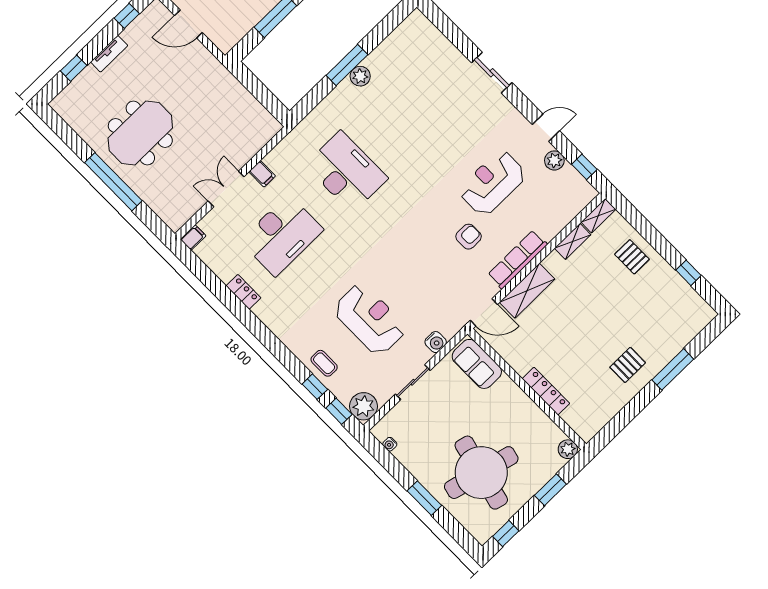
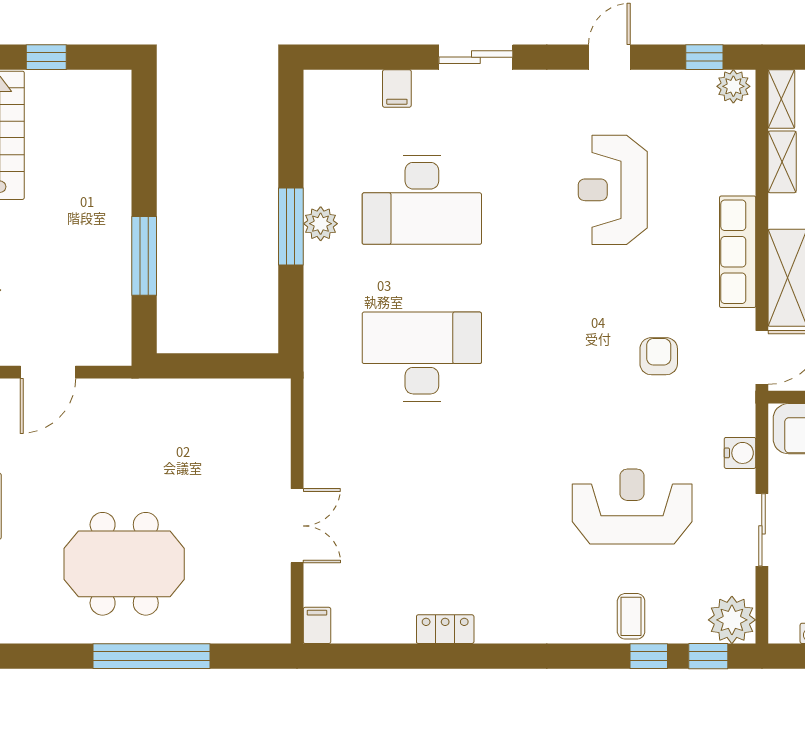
meeting table: (140, 133) -> (124, 564), turned 90
plant: (554, 160) -> (733, 86), moved
filing cabinet: (262, 174) -> (397, 88), moved, turned 90
double door: (226, 189) -> (297, 526), swing flipped
desk: (282, 235) -> (422, 200), moved, turned 90
armchair: (469, 237) -> (659, 356), moved
coffee table: (324, 363) -> (631, 616), turned 90

